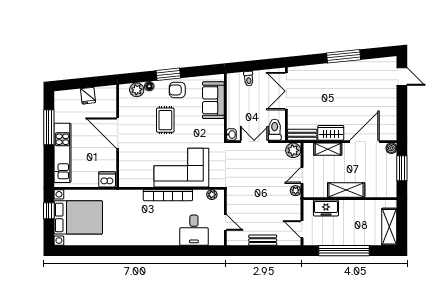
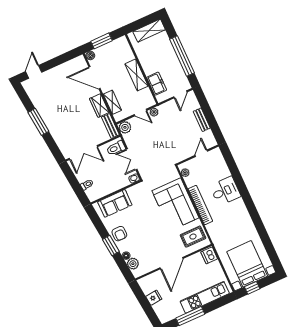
rug: (165, 120) -> (193, 237), moved
desk: (194, 230) -> (225, 191), moved

